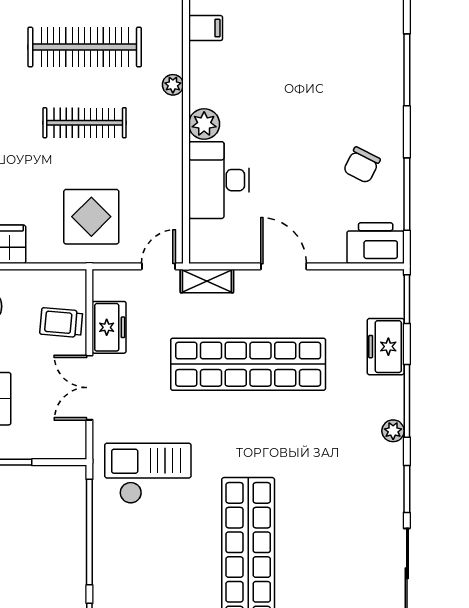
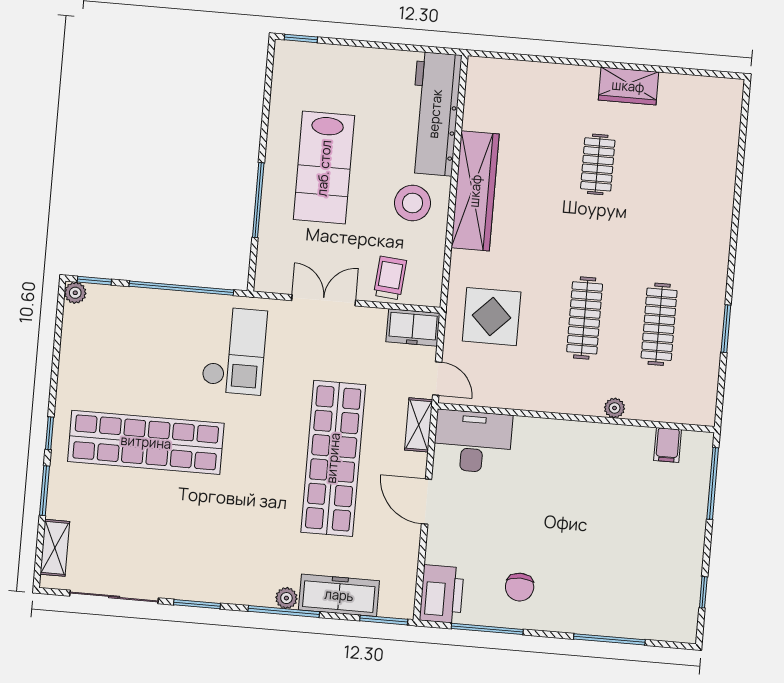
clothes rail: (85, 47) -> (659, 324), width x0.73, depth x0.76
plant: (204, 124) -> (573, 435), removed
chair: (362, 165) -> (520, 587), turned -117
desk: (219, 180) -> (473, 442), moved
door: (284, 266) -> (427, 502), swing flipped
freezer: (109, 327) -> (413, 327), moved
freezer: (386, 347) -> (339, 595), width x1.40
plant: (393, 431) -> (286, 598), moved

